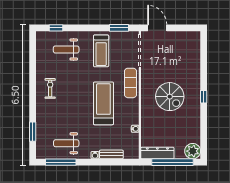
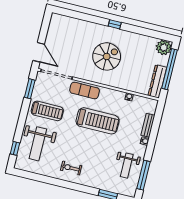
door: (157, 28) -> (39, 52), swing flipped
weight bench: (66, 49) -> (38, 144), width x1.36, depth x1.33
treadmill: (103, 103) -> (98, 121), turned 180

